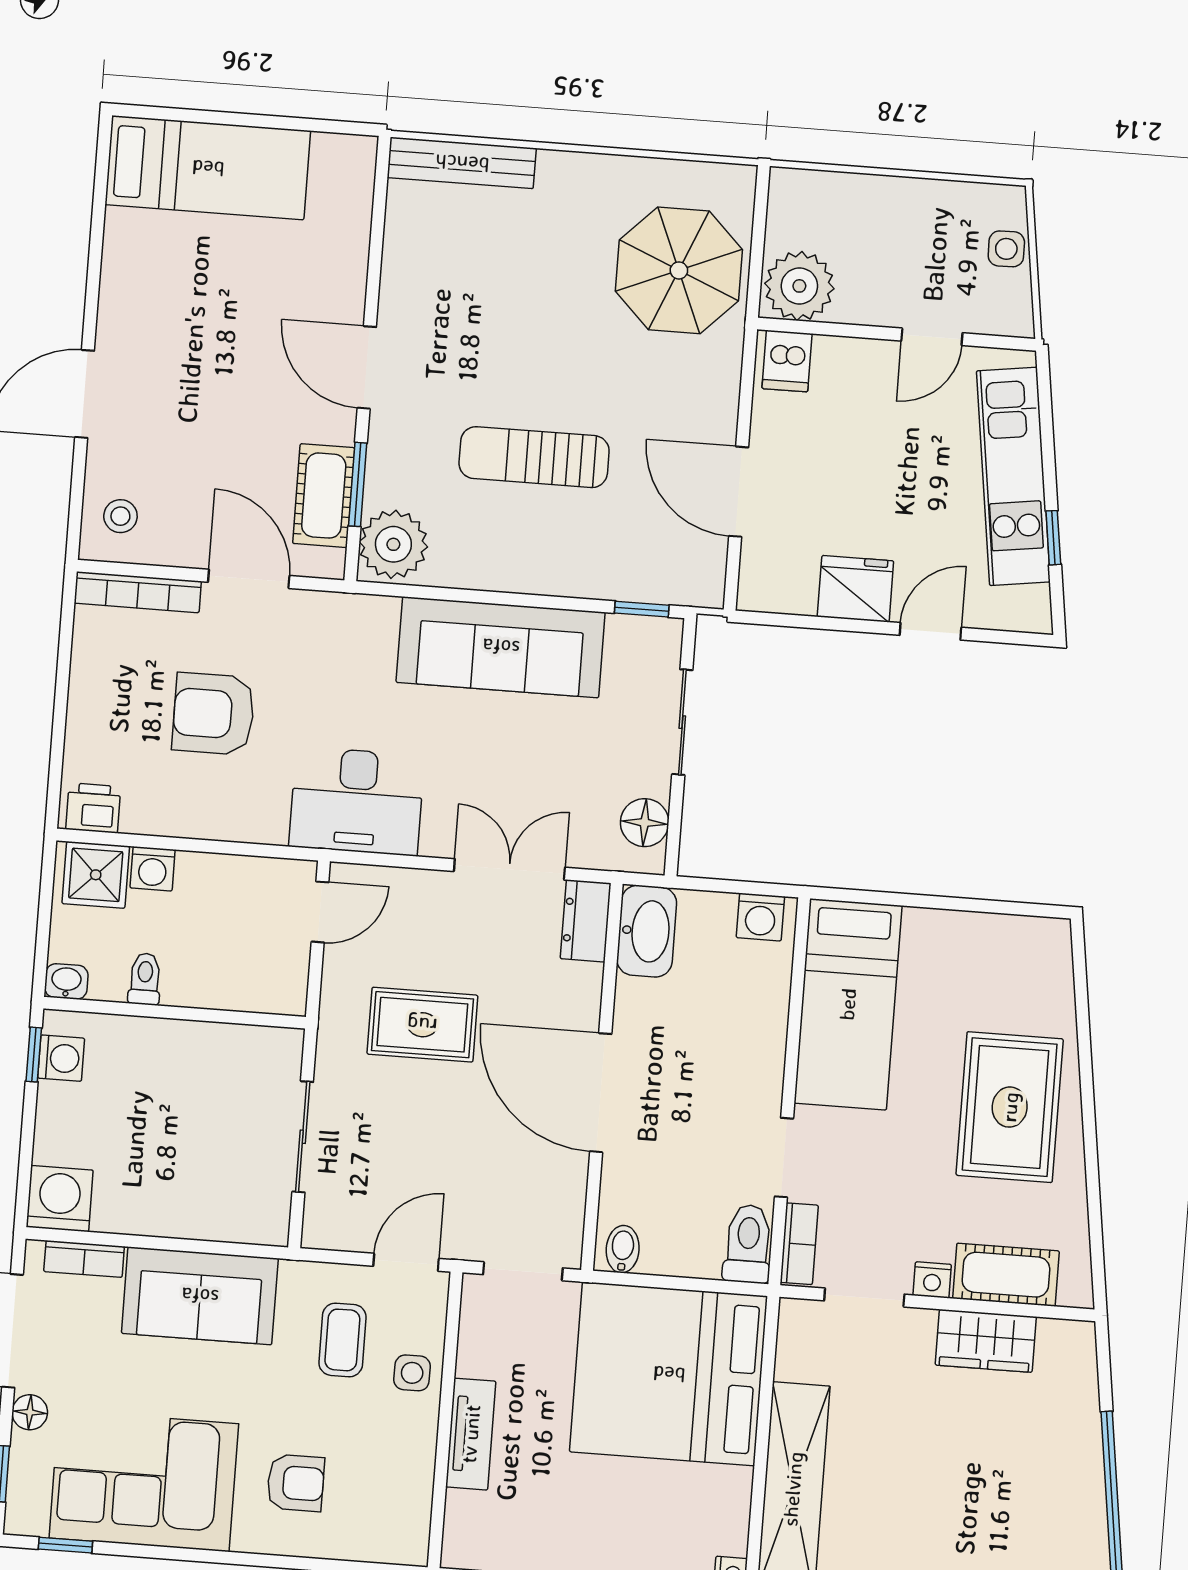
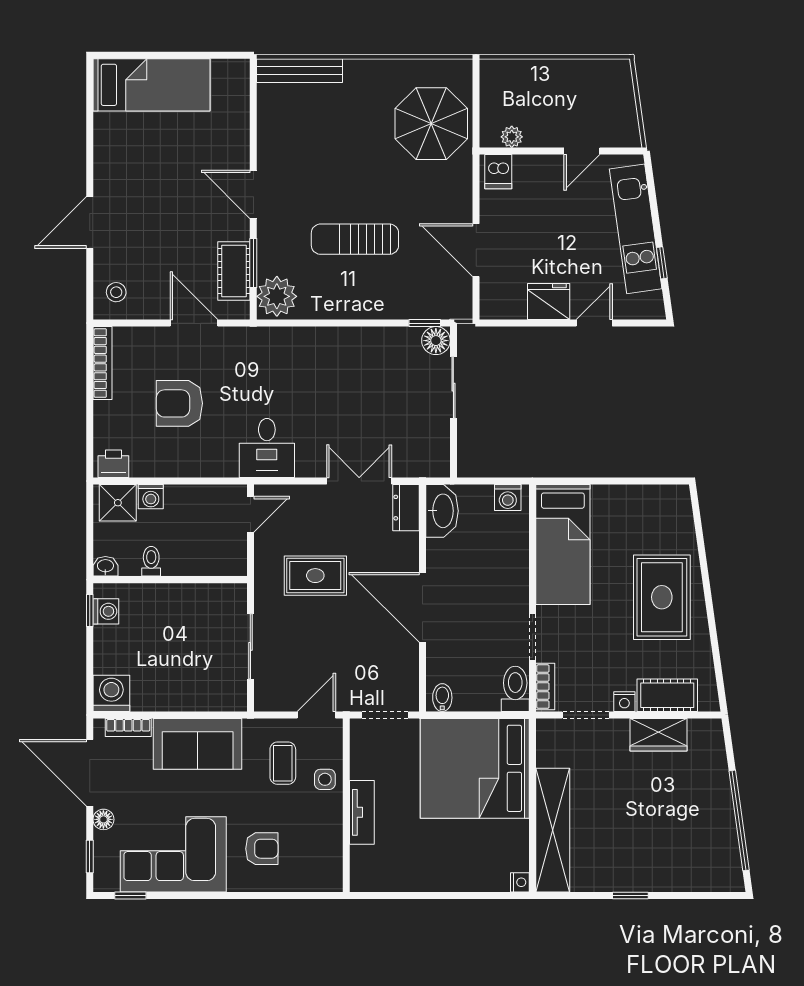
side table: (1006, 249) -> (621, 96), removed
plant: (799, 286) -> (512, 137), width x0.53, depth x0.53
bookcase: (138, 592) -> (102, 363), moved, turned -90
sofa: (501, 647) -> (344, 352), removed
desk: (357, 801) -> (267, 448), width x0.73
floor lamp: (645, 823) -> (436, 341), moved

